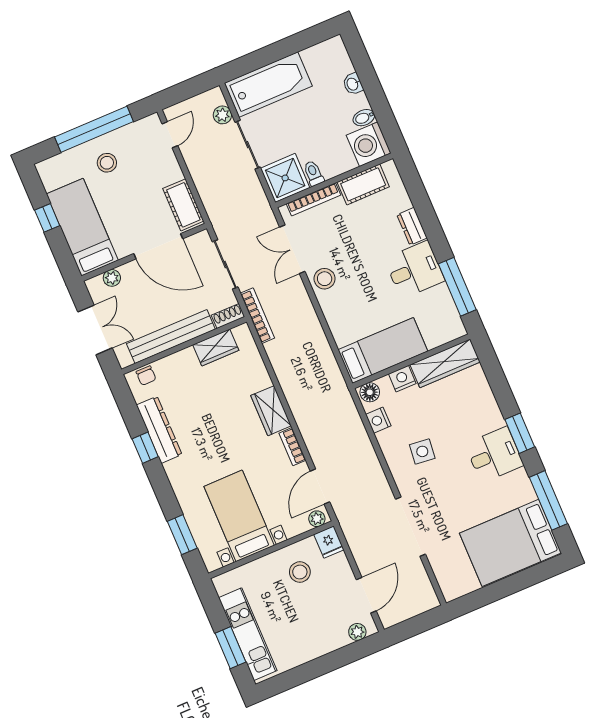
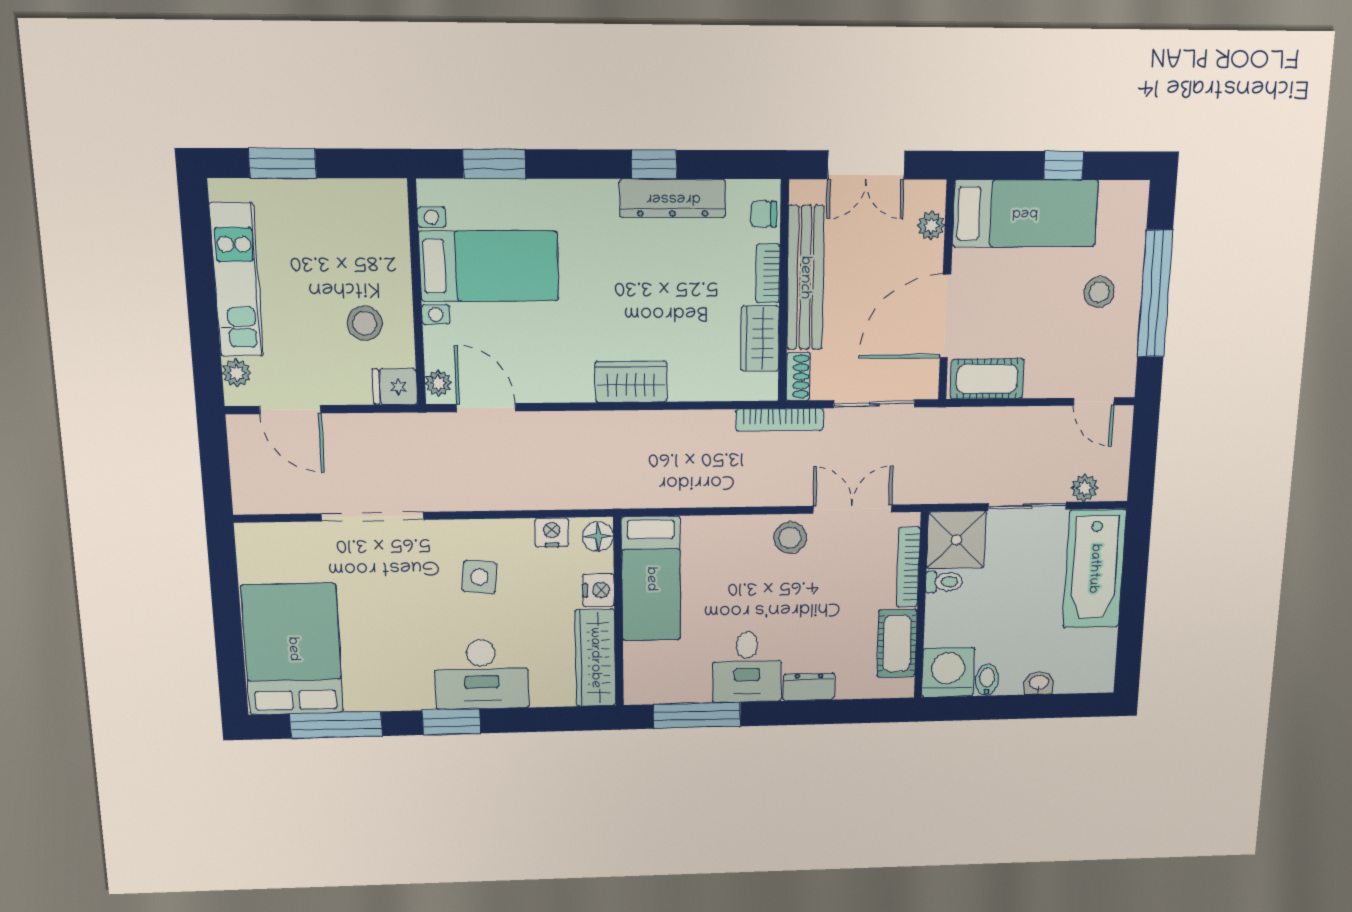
bookcase: (292, 447) -> (768, 273), moved, turned -90
desk: (494, 455) -> (482, 674), moved, width x1.37
kitchen unit: (248, 634) -> (237, 280), moved, turned -90

